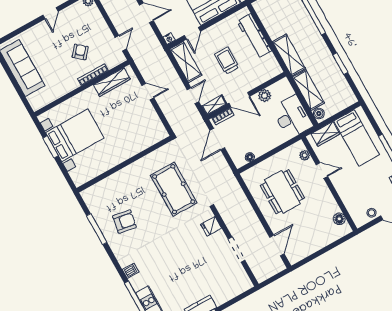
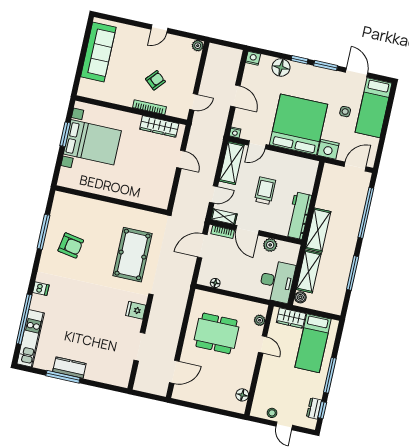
workbench: (254, 36) -> (299, 216), moved
window: (340, 64) -> (353, 273), width x1.44
dining table: (282, 192) -> (216, 333), turned 90

